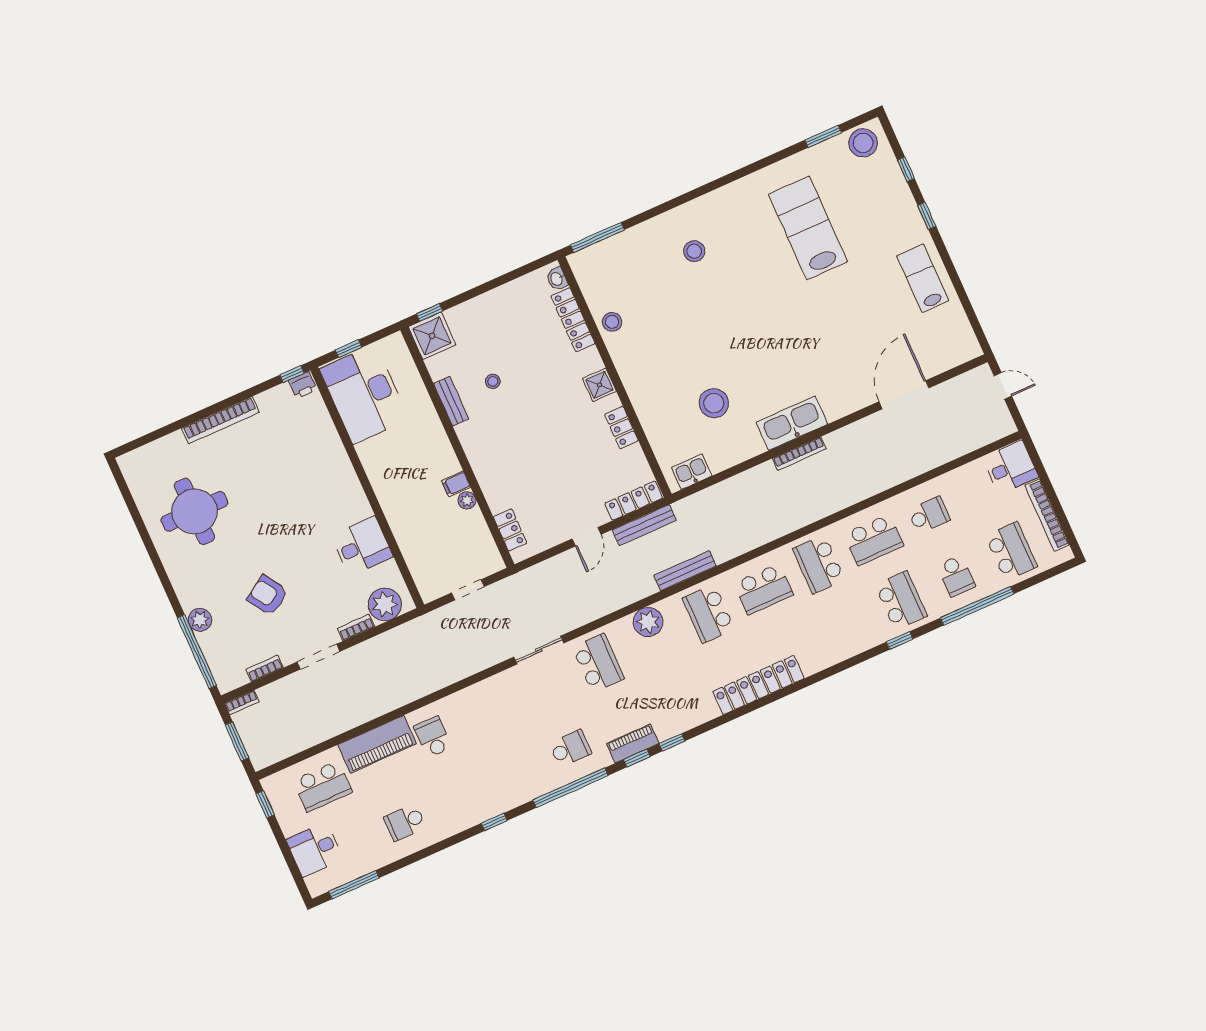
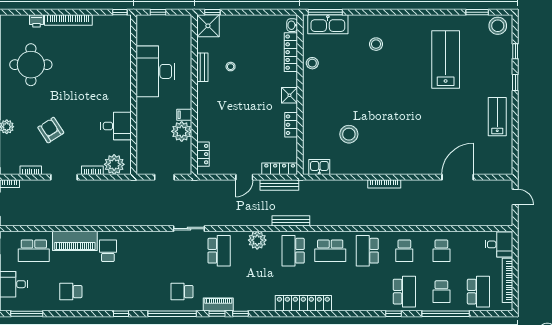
printer: (303, 385) -> (37, 21), moved
desk: (364, 394) -> (155, 71), moved
kitchen sink: (792, 423) -> (328, 24), moved, turned 180
plant: (467, 500) -> (182, 131), width x1.88, depth x1.88
school desk: (929, 515) -> (441, 251), turned 90
school desk: (874, 540) -> (404, 251), width x0.54
school desk: (570, 748) -> (182, 292), turned 180

